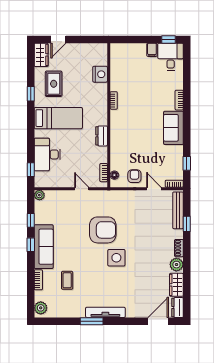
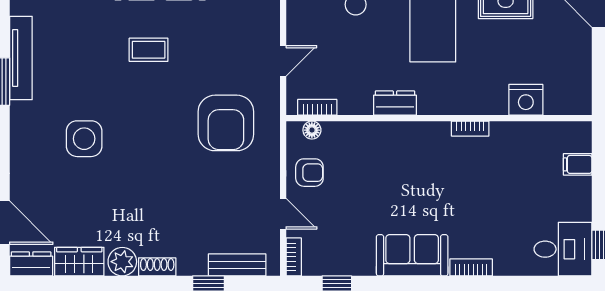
filing cabinet: (152, 50) -> (578, 164), moved
door: (154, 189) -> (283, 214), hinge flipped
bench: (178, 210) -> (237, 265), width x0.73
armchair: (103, 230) -> (226, 123), moved
side table: (116, 258) -> (84, 139), moved
coffee table: (67, 280) -> (149, 50), moved
tv unit: (105, 312) -> (21, 58), moved

